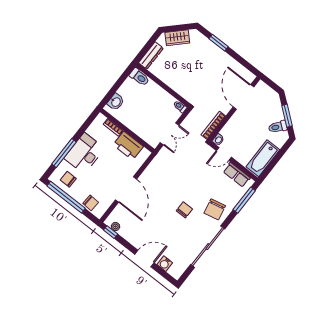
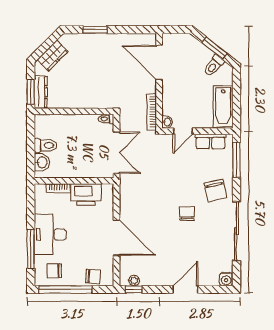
window: (145, 50) -> (31, 92), added
toilet: (139, 77) -> (46, 145), moved
double door: (170, 134) -> (117, 153), width x1.37
water cooler: (165, 264) -> (226, 279), moved

